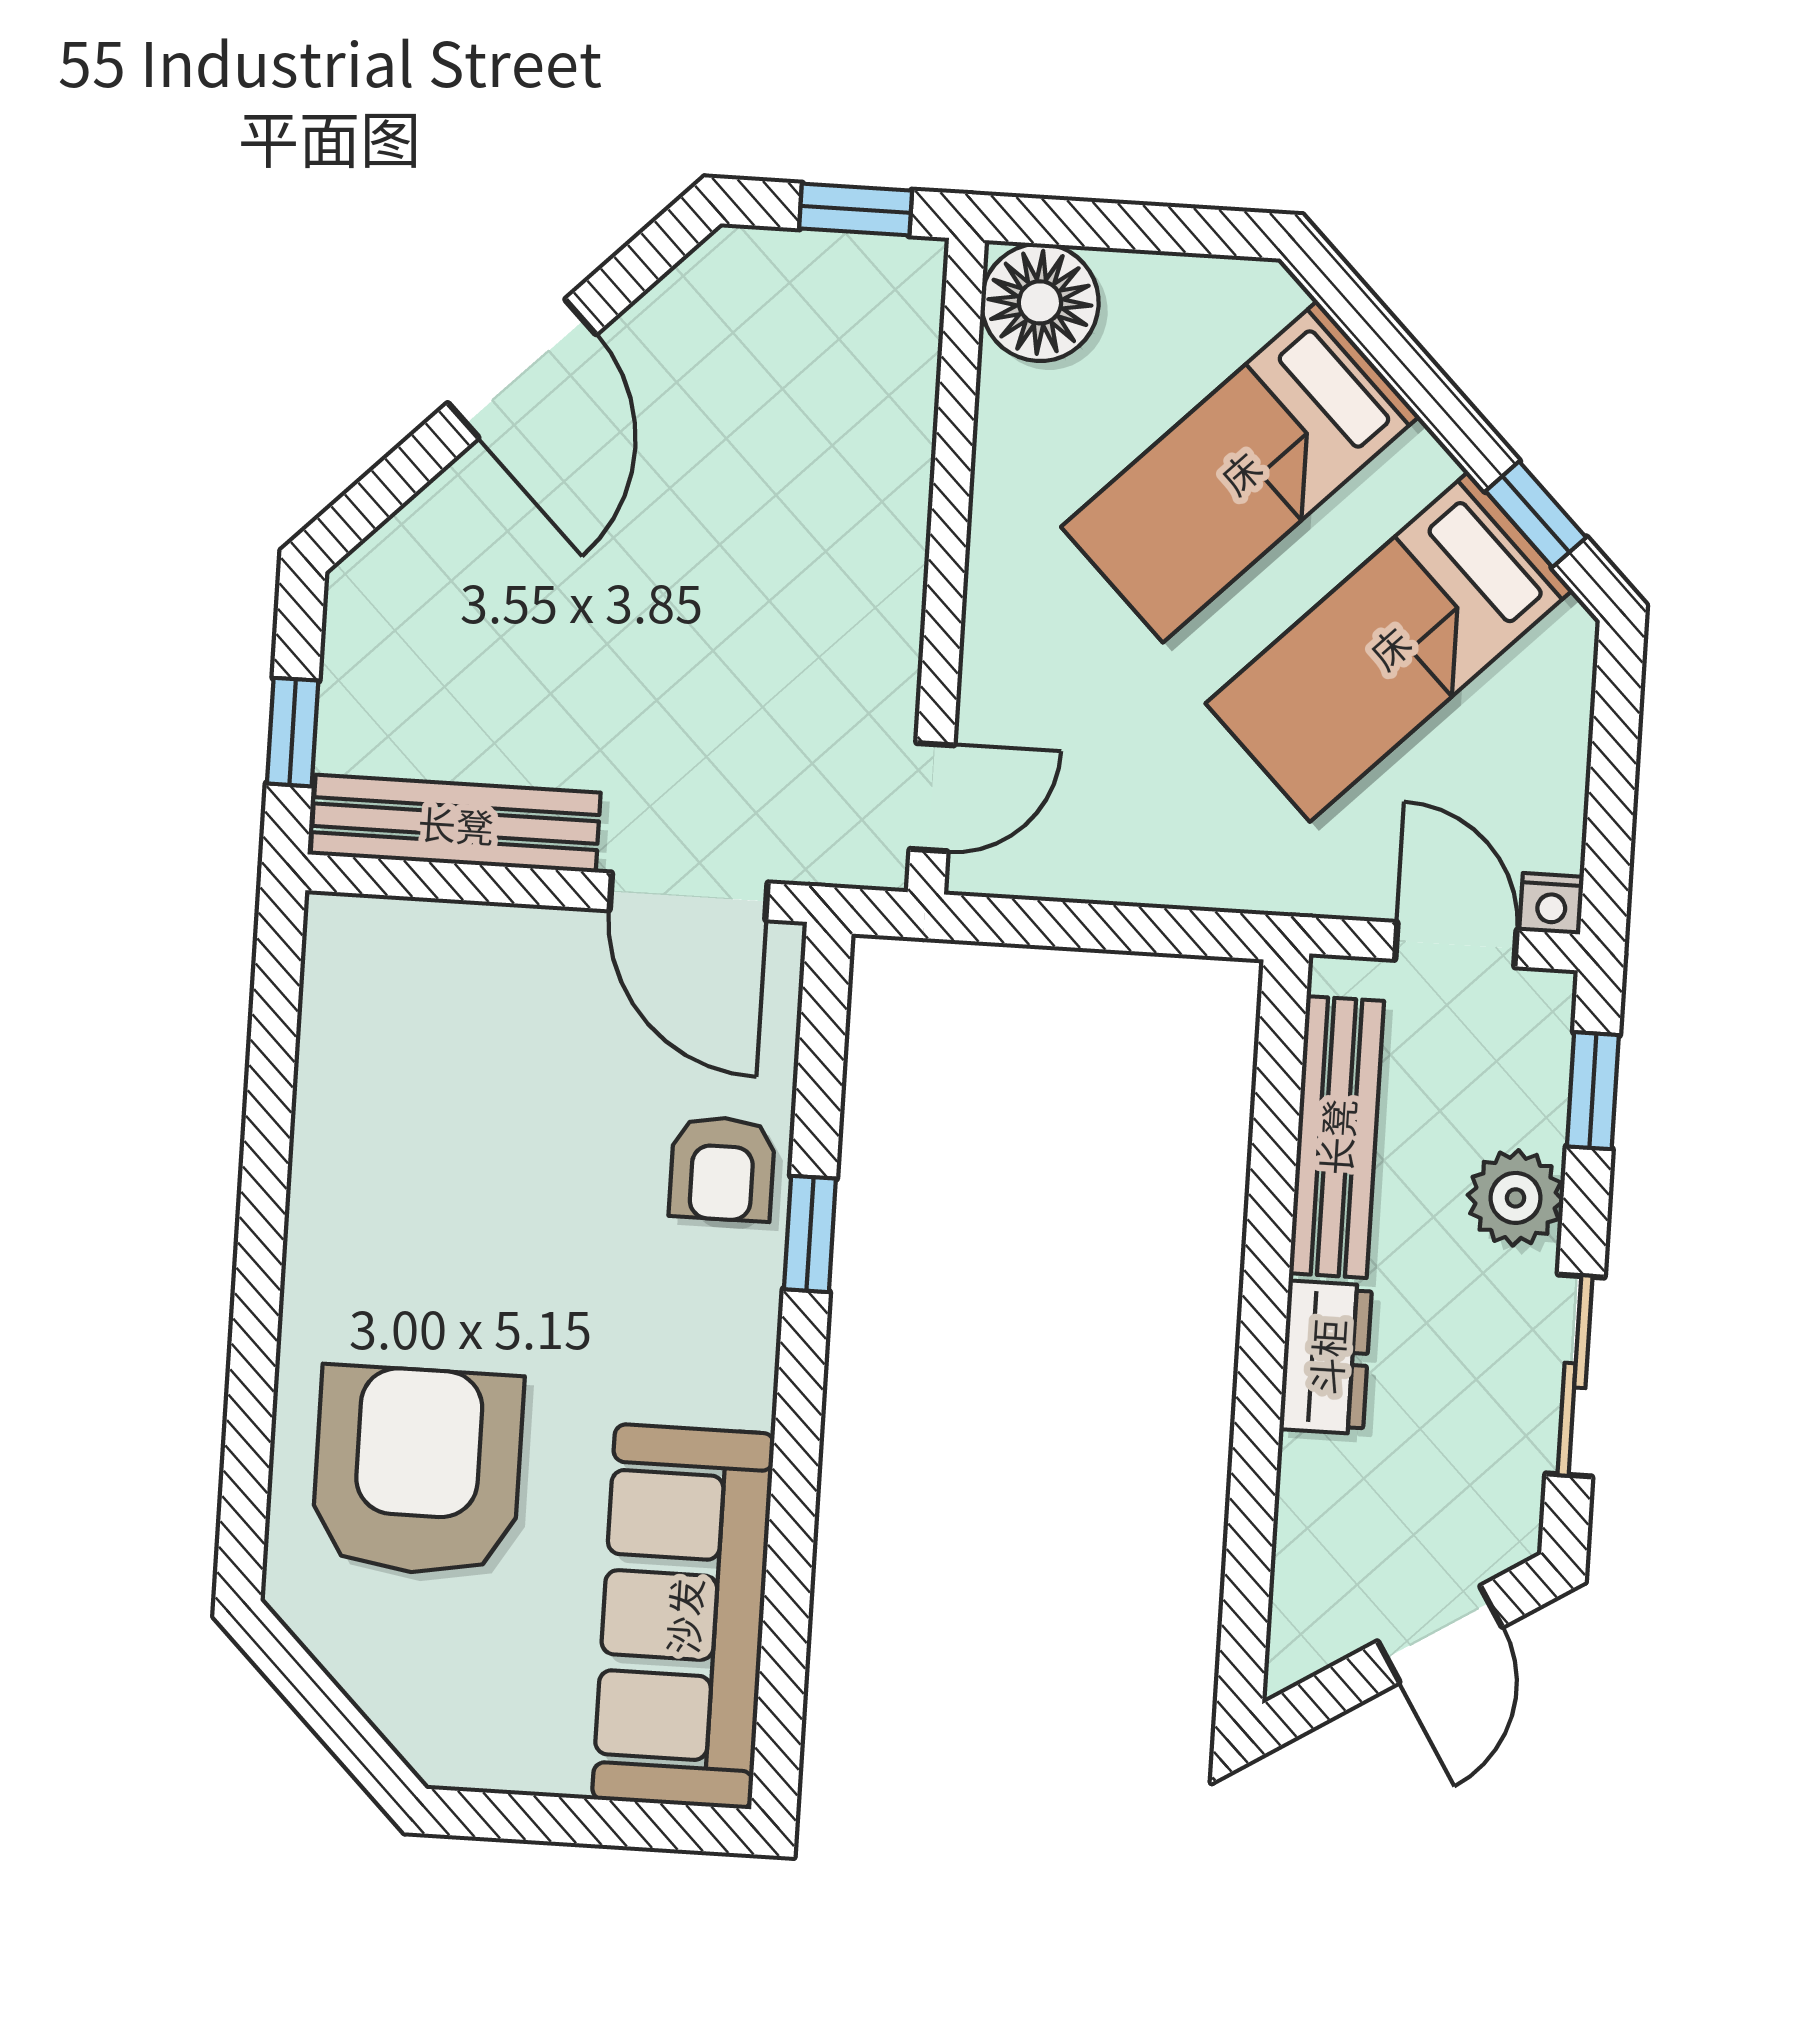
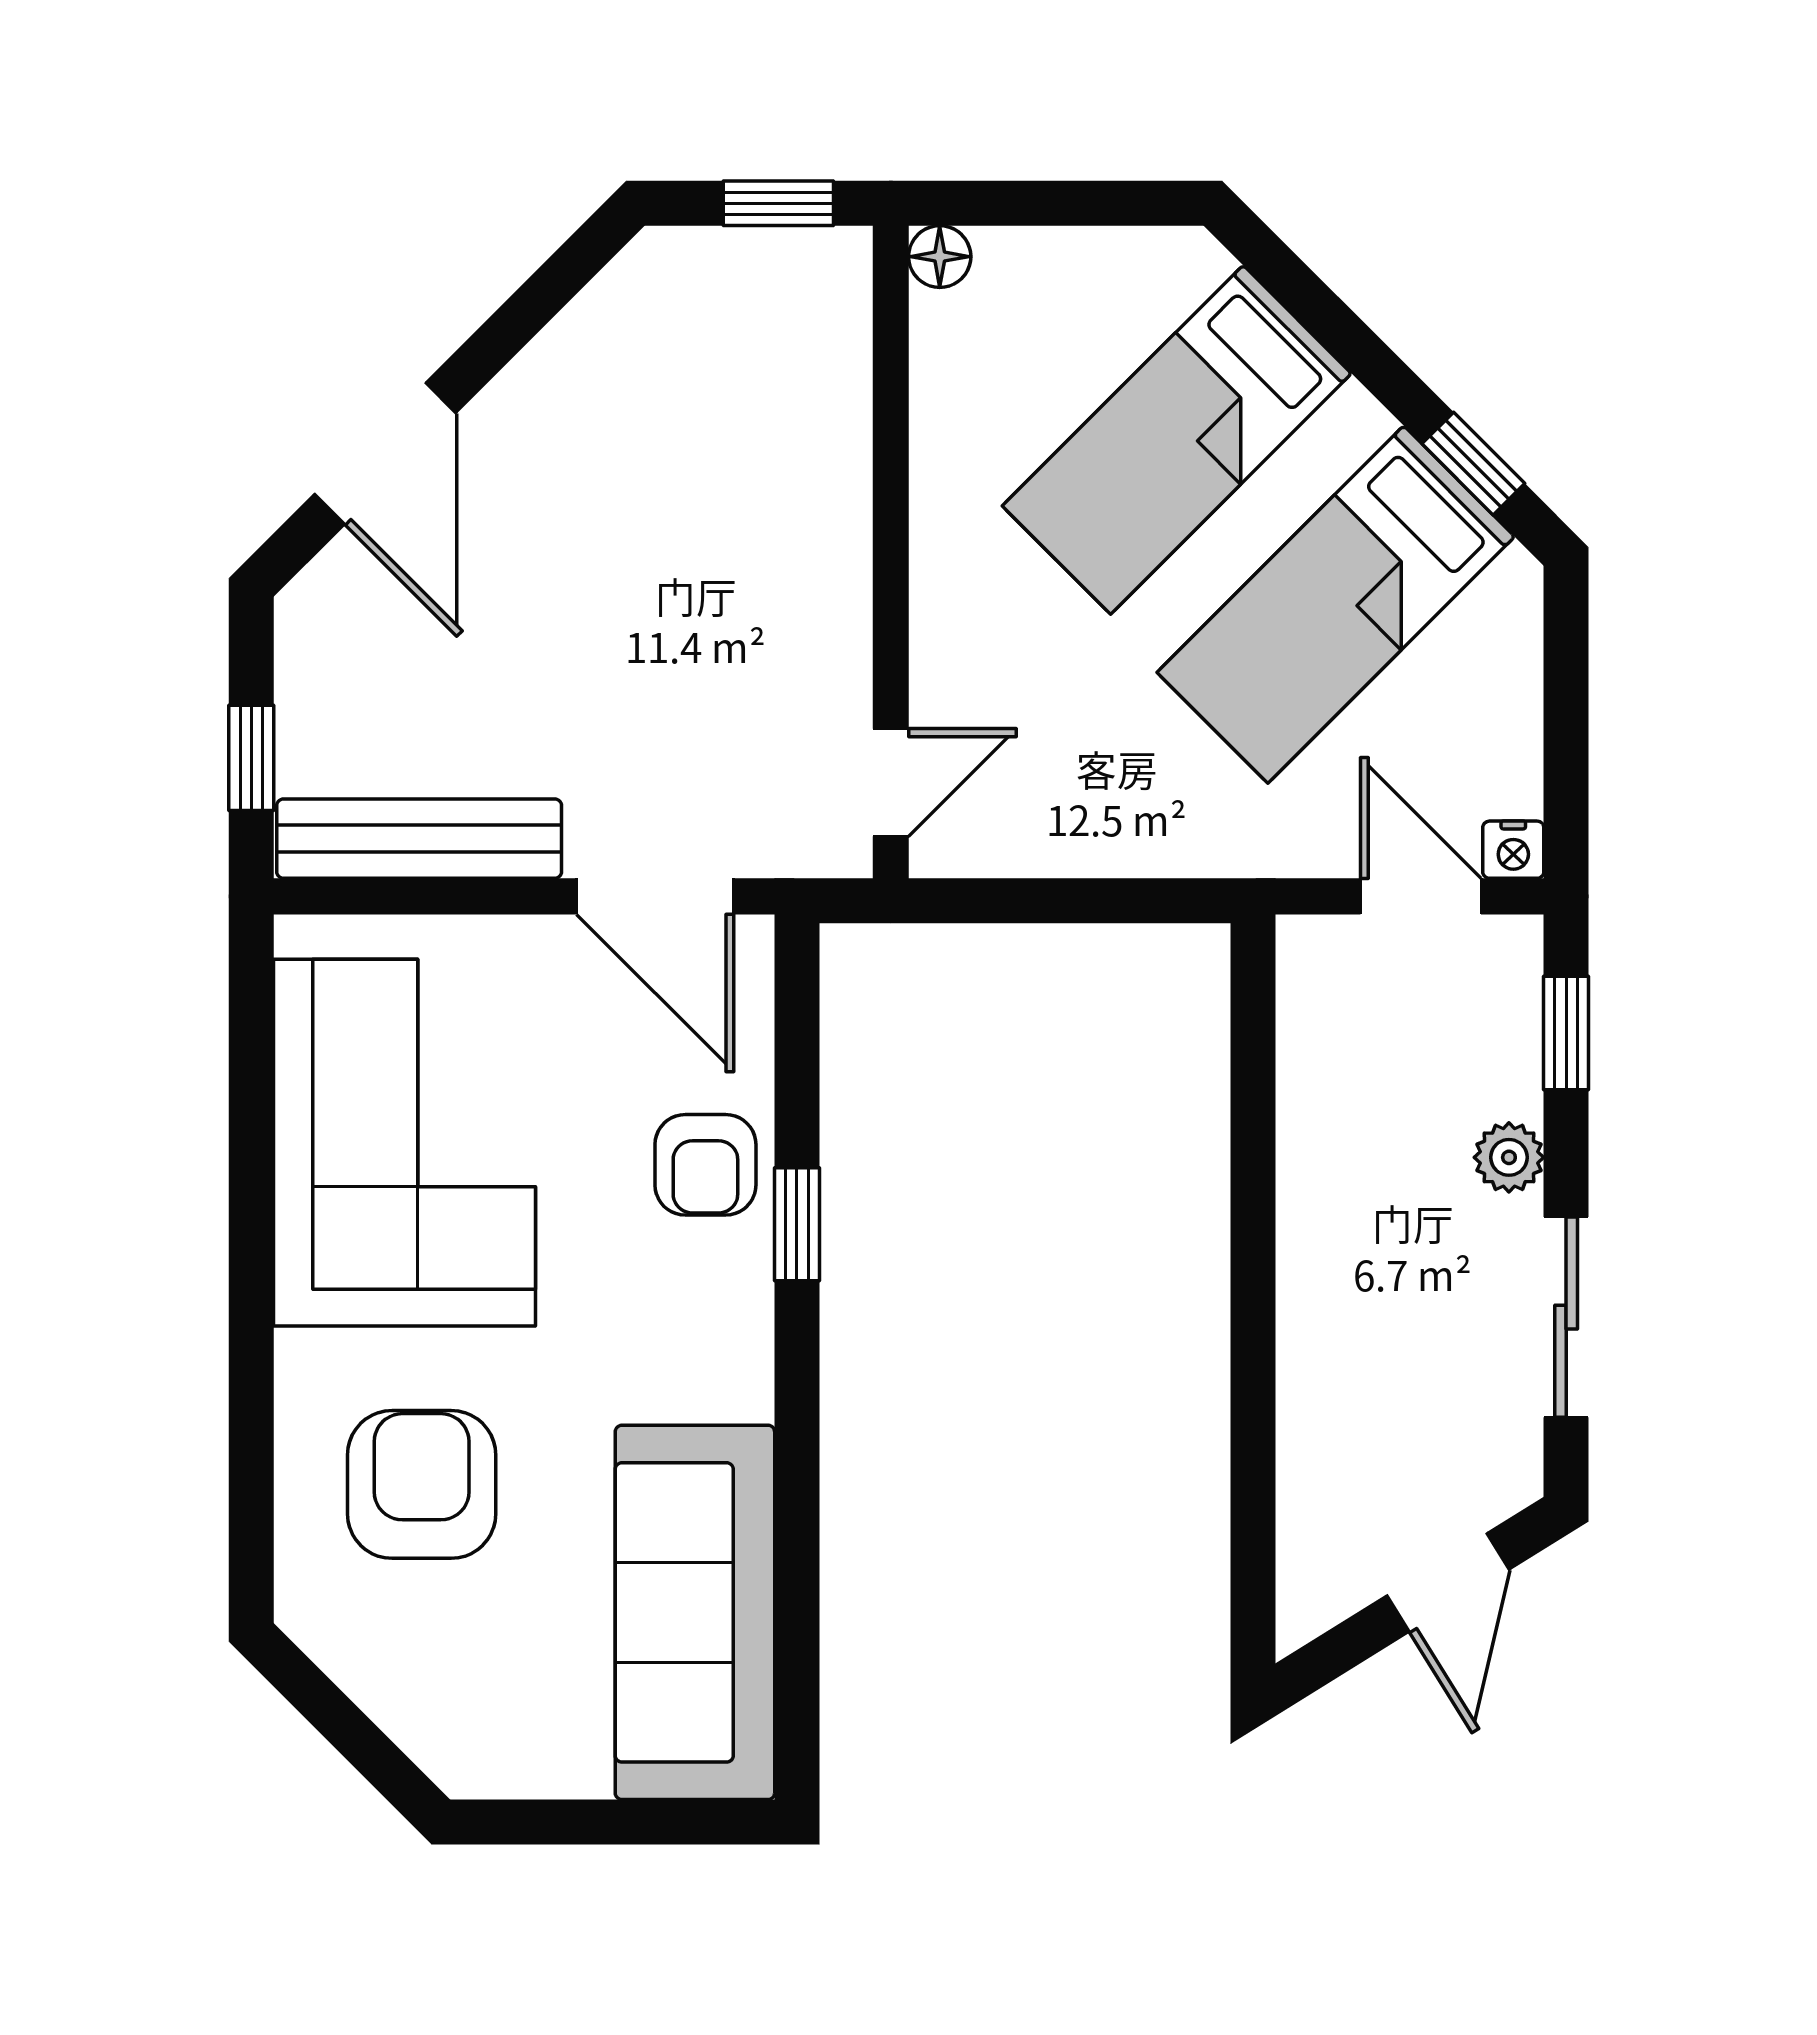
floor lamp: (1040, 302) -> (940, 257), width x0.53, depth x0.53
door: (522, 369) -> (385, 453), moved
corner sofa: (422, 1127) -> (405, 1143), added
bench: (1336, 1137) -> (1314, 1095), removed
plant: (1516, 1198) -> (1509, 1157), width x0.73, depth x0.73
dresser: (1326, 1357) -> (1317, 1315), removed
armchair: (417, 1471) -> (422, 1484), width x0.73, depth x0.73

